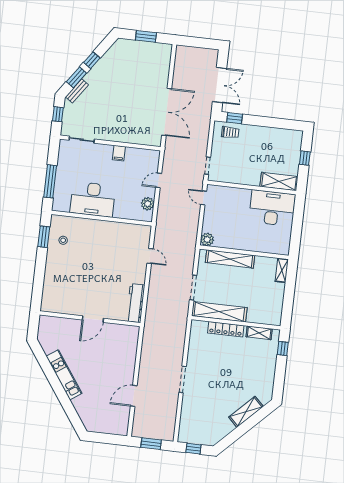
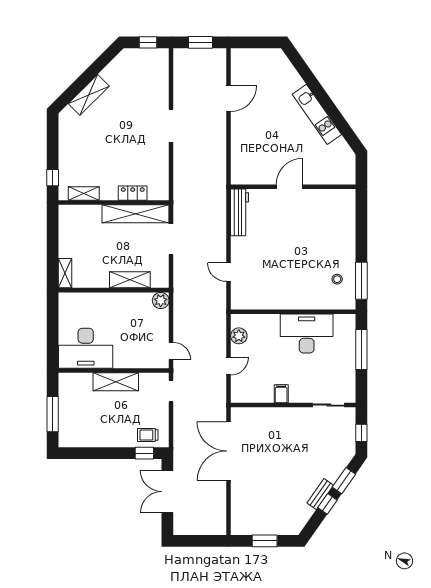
bench: (77, 91) -> (320, 494), moved
window: (305, 158) -> (53, 414), width x2.17
shelving: (279, 181) -> (116, 382), moved
window: (44, 237) -> (361, 281), width x1.44
shelving: (230, 259) -> (130, 280), width x0.68
locker: (226, 329) -> (133, 193), width x0.66

